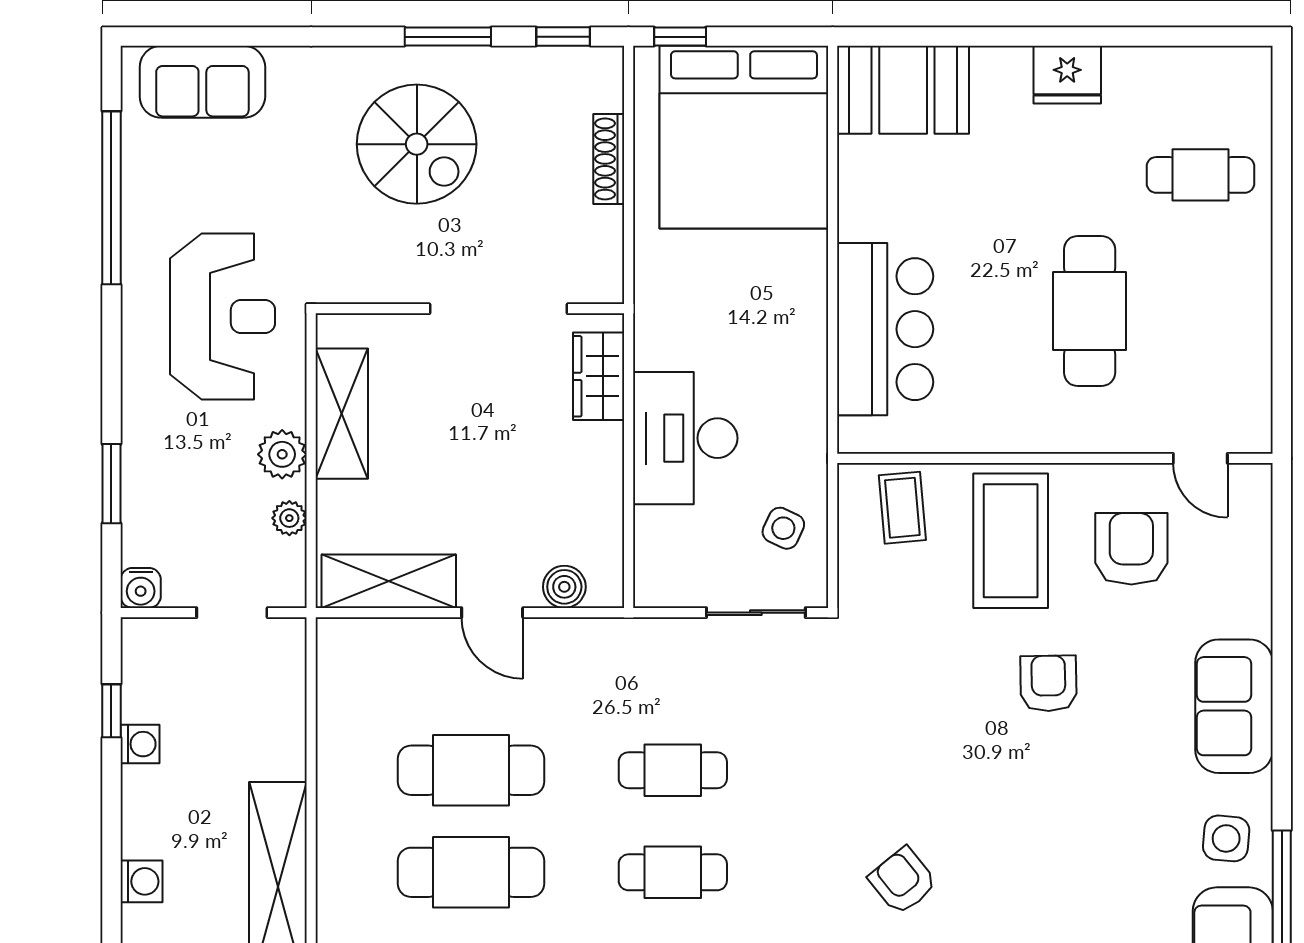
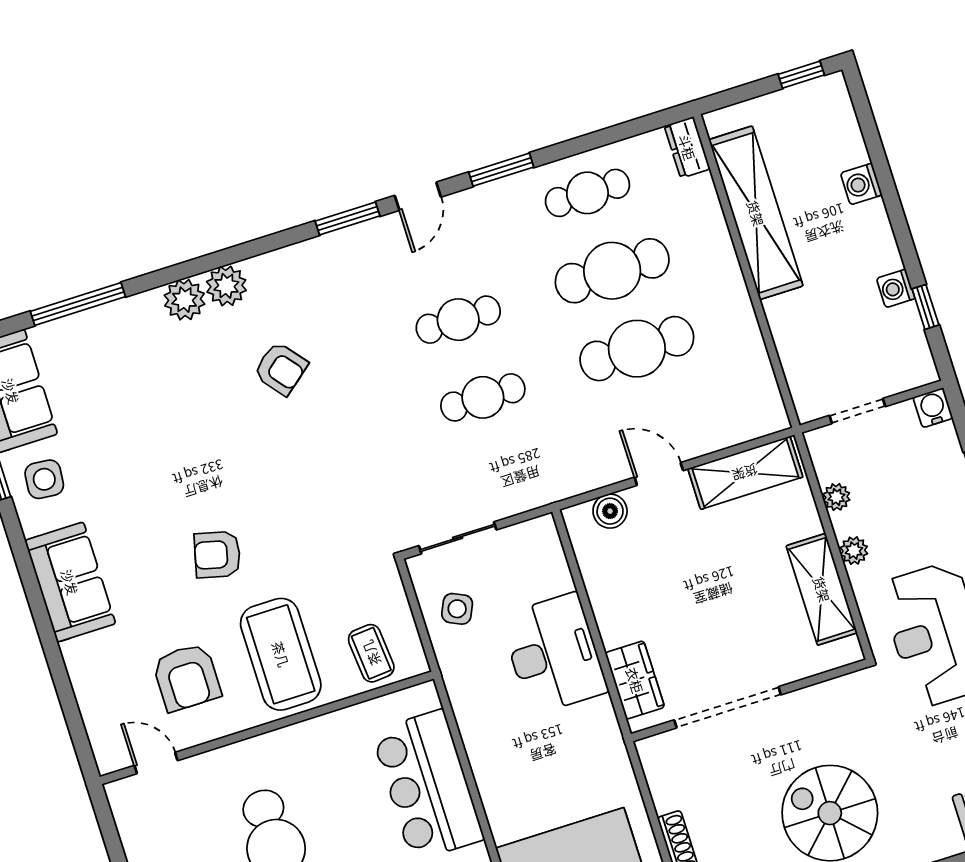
plant: (282, 454) -> (854, 551), width x0.73, depth x0.73
armchair: (1048, 683) -> (217, 555), turned 105

